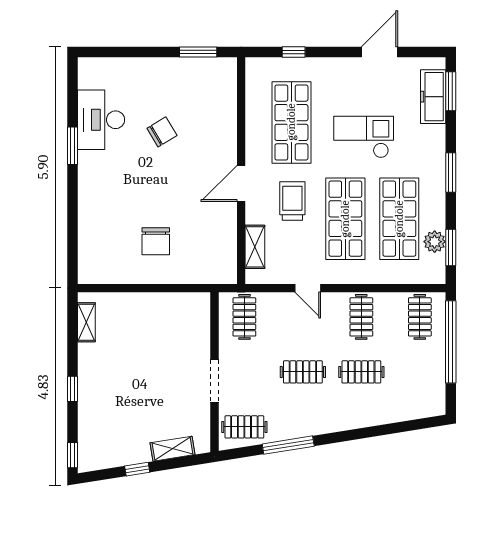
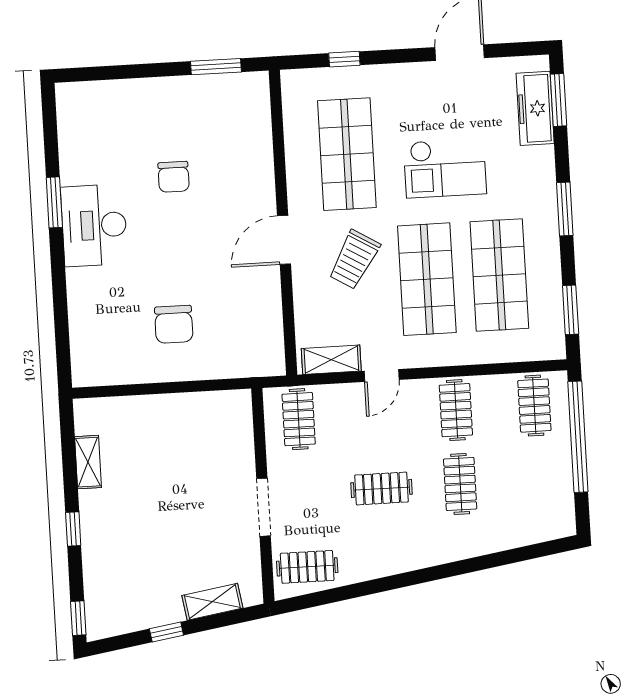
desk: (101, 120) -> (94, 225), moved
chair: (162, 132) -> (174, 177), turned 121
checkout: (364, 137) -> (445, 168), turned 180
trolley: (292, 201) -> (354, 260), turned -149
plant: (435, 242) -> (548, 303), removed
shelving: (255, 247) -> (331, 360), moved, turned 90
door: (308, 288) -> (382, 375), hinge flipped
shelving: (86, 322) -> (88, 462), moved
clothes rail: (361, 372) -> (460, 484), turned 90
window: (288, 445) -> (368, 588), removed

